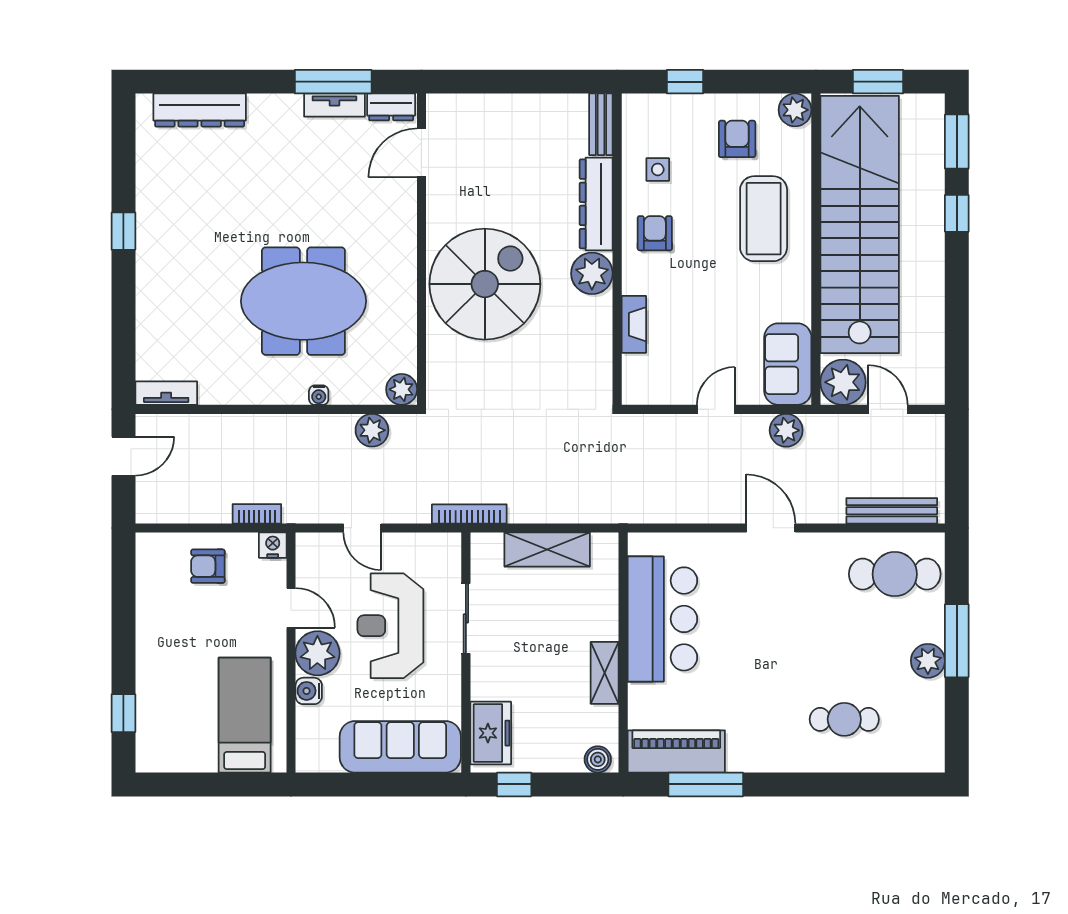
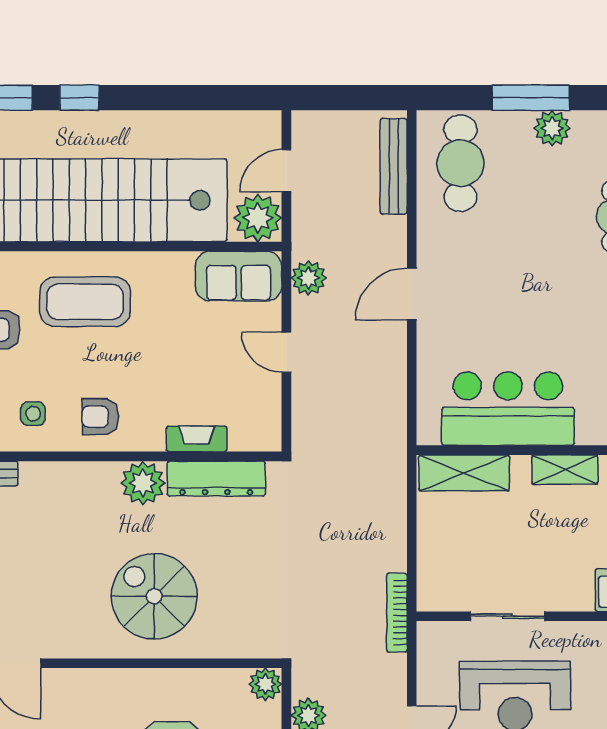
dresser: (596, 204) -> (216, 479), moved
spiral stairs: (485, 284) -> (154, 596), width x0.73, depth x0.73
shelving: (547, 550) -> (464, 473), moved, turned 90

